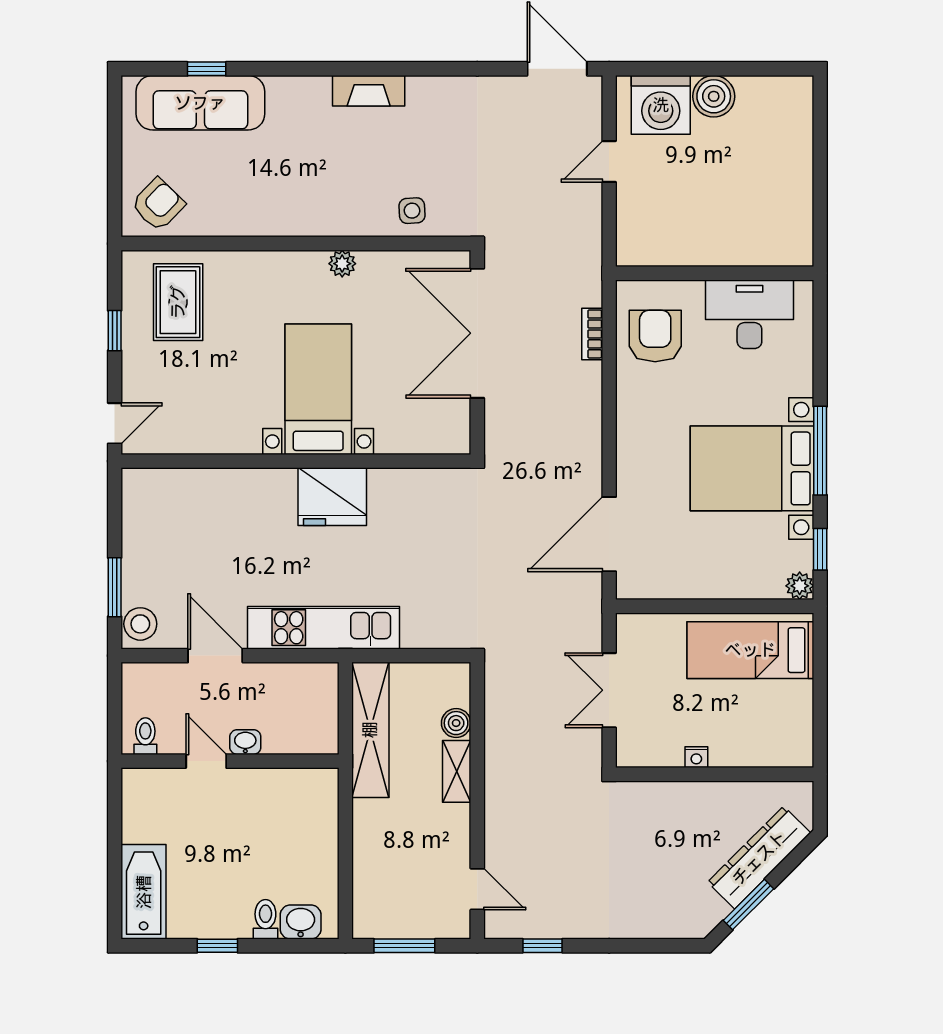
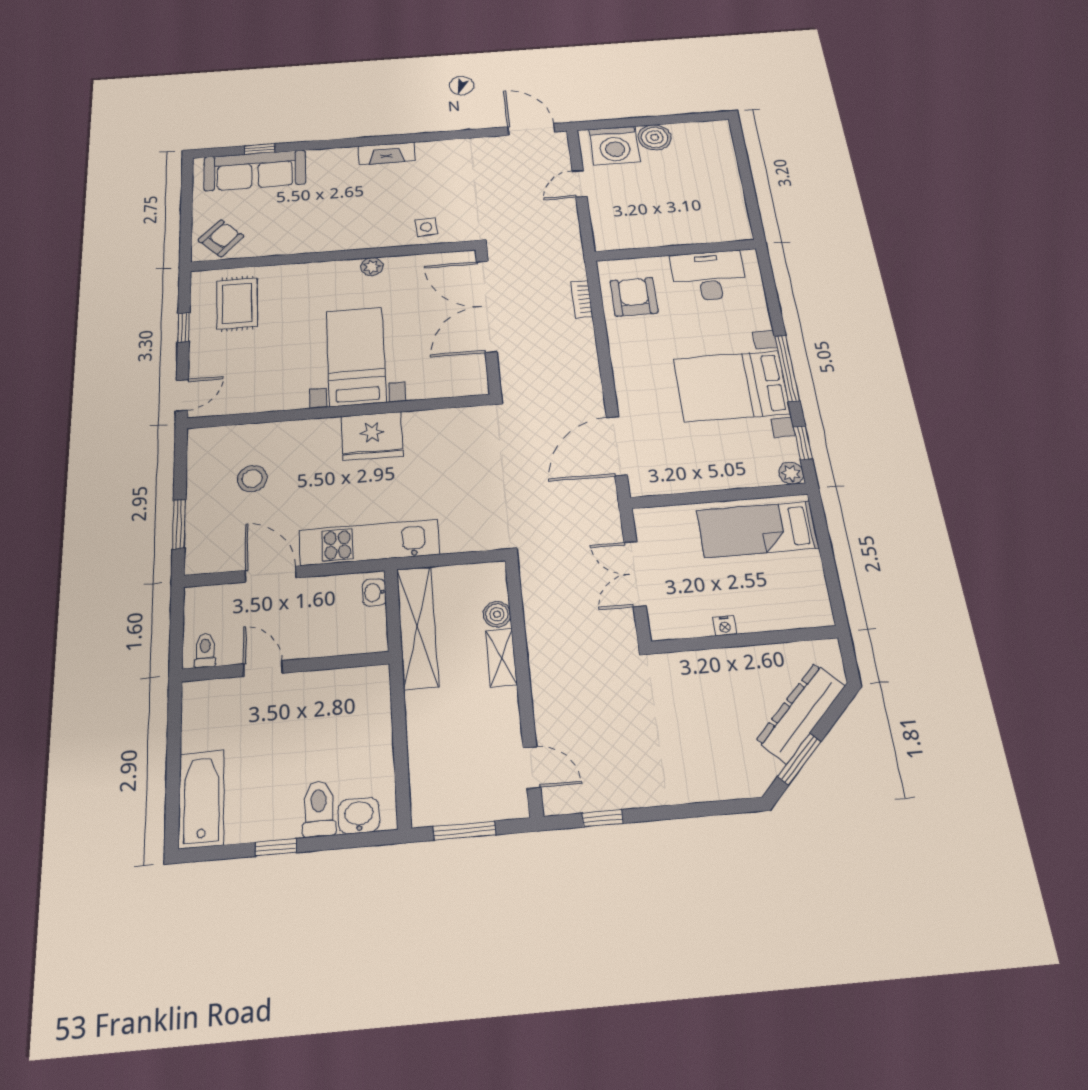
stool: (140, 624) -> (252, 479), moved
washbasin: (245, 742) -> (374, 592), moved, turned -90
toilet: (265, 919) -> (319, 809), width x1.37, depth x1.39

